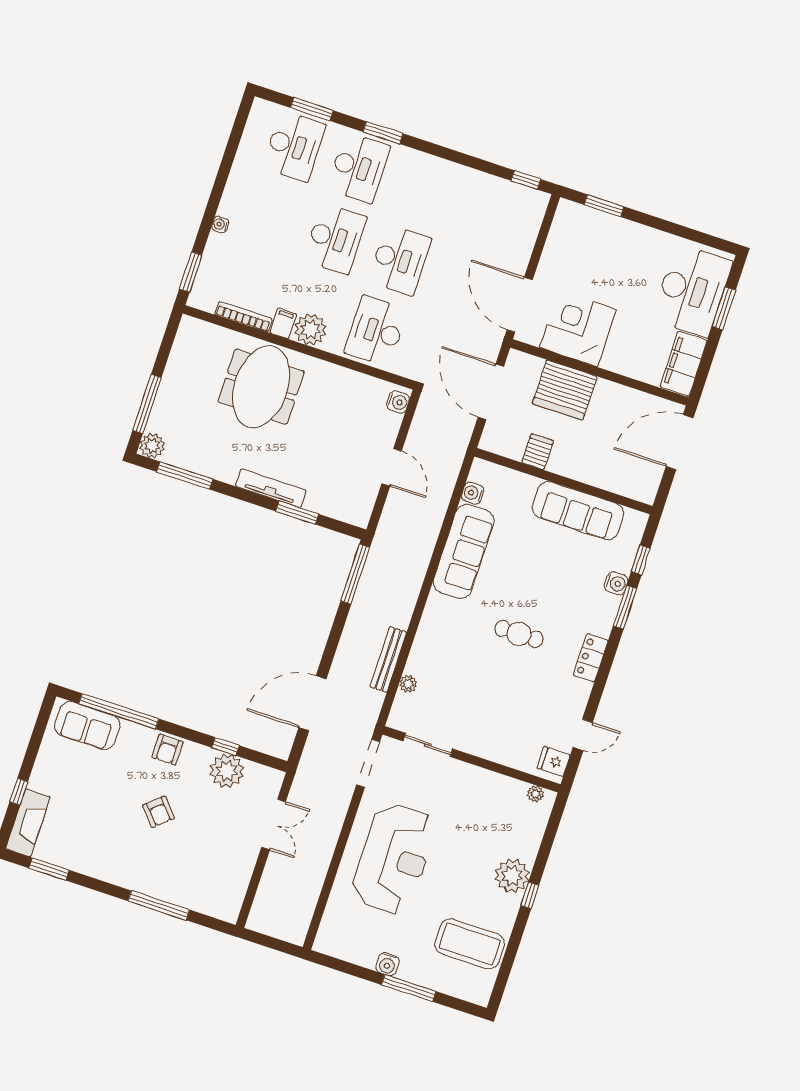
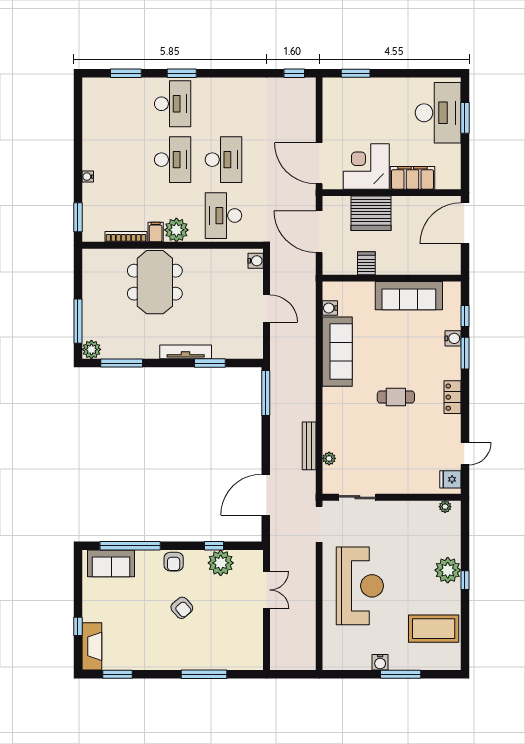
desk: (294, 146) -> (122, 104), removed
filing cabinet: (684, 364) -> (412, 178), moved, turned 90

